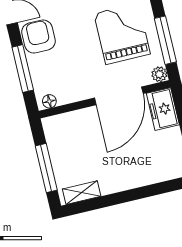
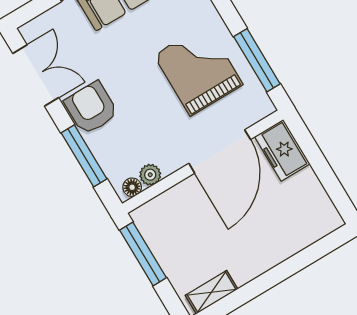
plant: (159, 74) -> (150, 175), moved
window: (46, 168) -> (143, 254), moved

